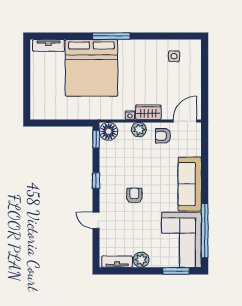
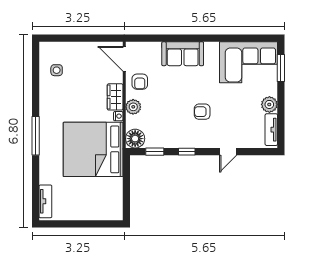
bed: (91, 68) -> (93, 149), moved, turned 180
window: (96, 139) -> (155, 152), moved
sofa: (190, 184) -> (183, 54), width x0.73
window: (205, 230) -> (239, 38), removed

